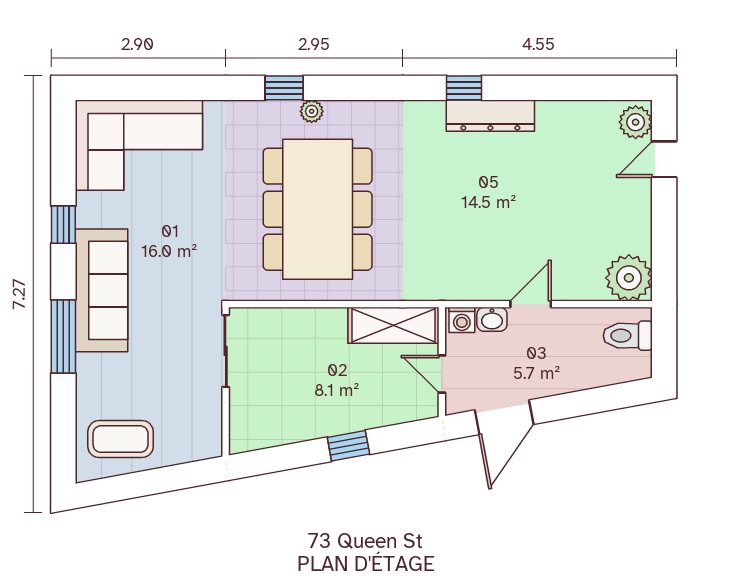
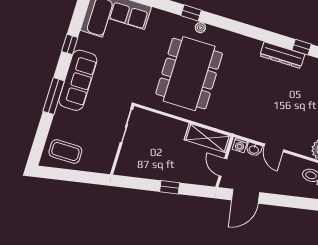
window: (464, 88) -> (302, 47), moved
door: (531, 304) -> (274, 148), swing flipped

